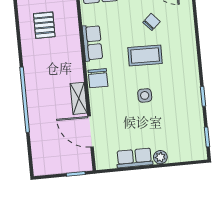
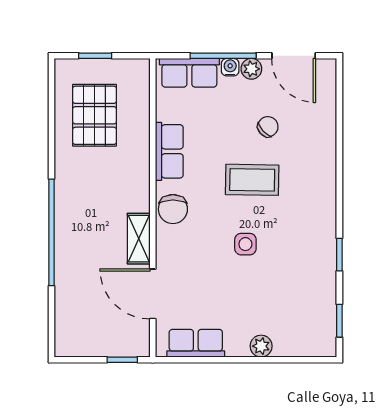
pallet: (44, 25) -> (95, 115), width x1.50, depth x1.42
row of seats: (134, 158) -> (196, 343), moved

